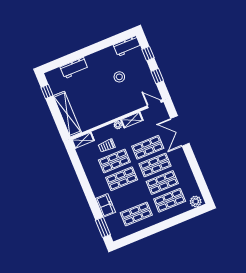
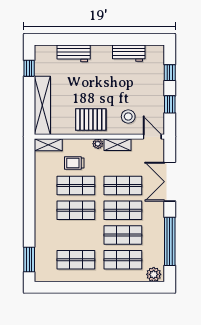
workbench: (127, 46) -> (129, 53), moved
stool: (119, 77) -> (128, 117), moved
pallet: (106, 110) -> (91, 119), added
window: (197, 173) -> (170, 241), added
freezer: (105, 205) -> (43, 234), removed

